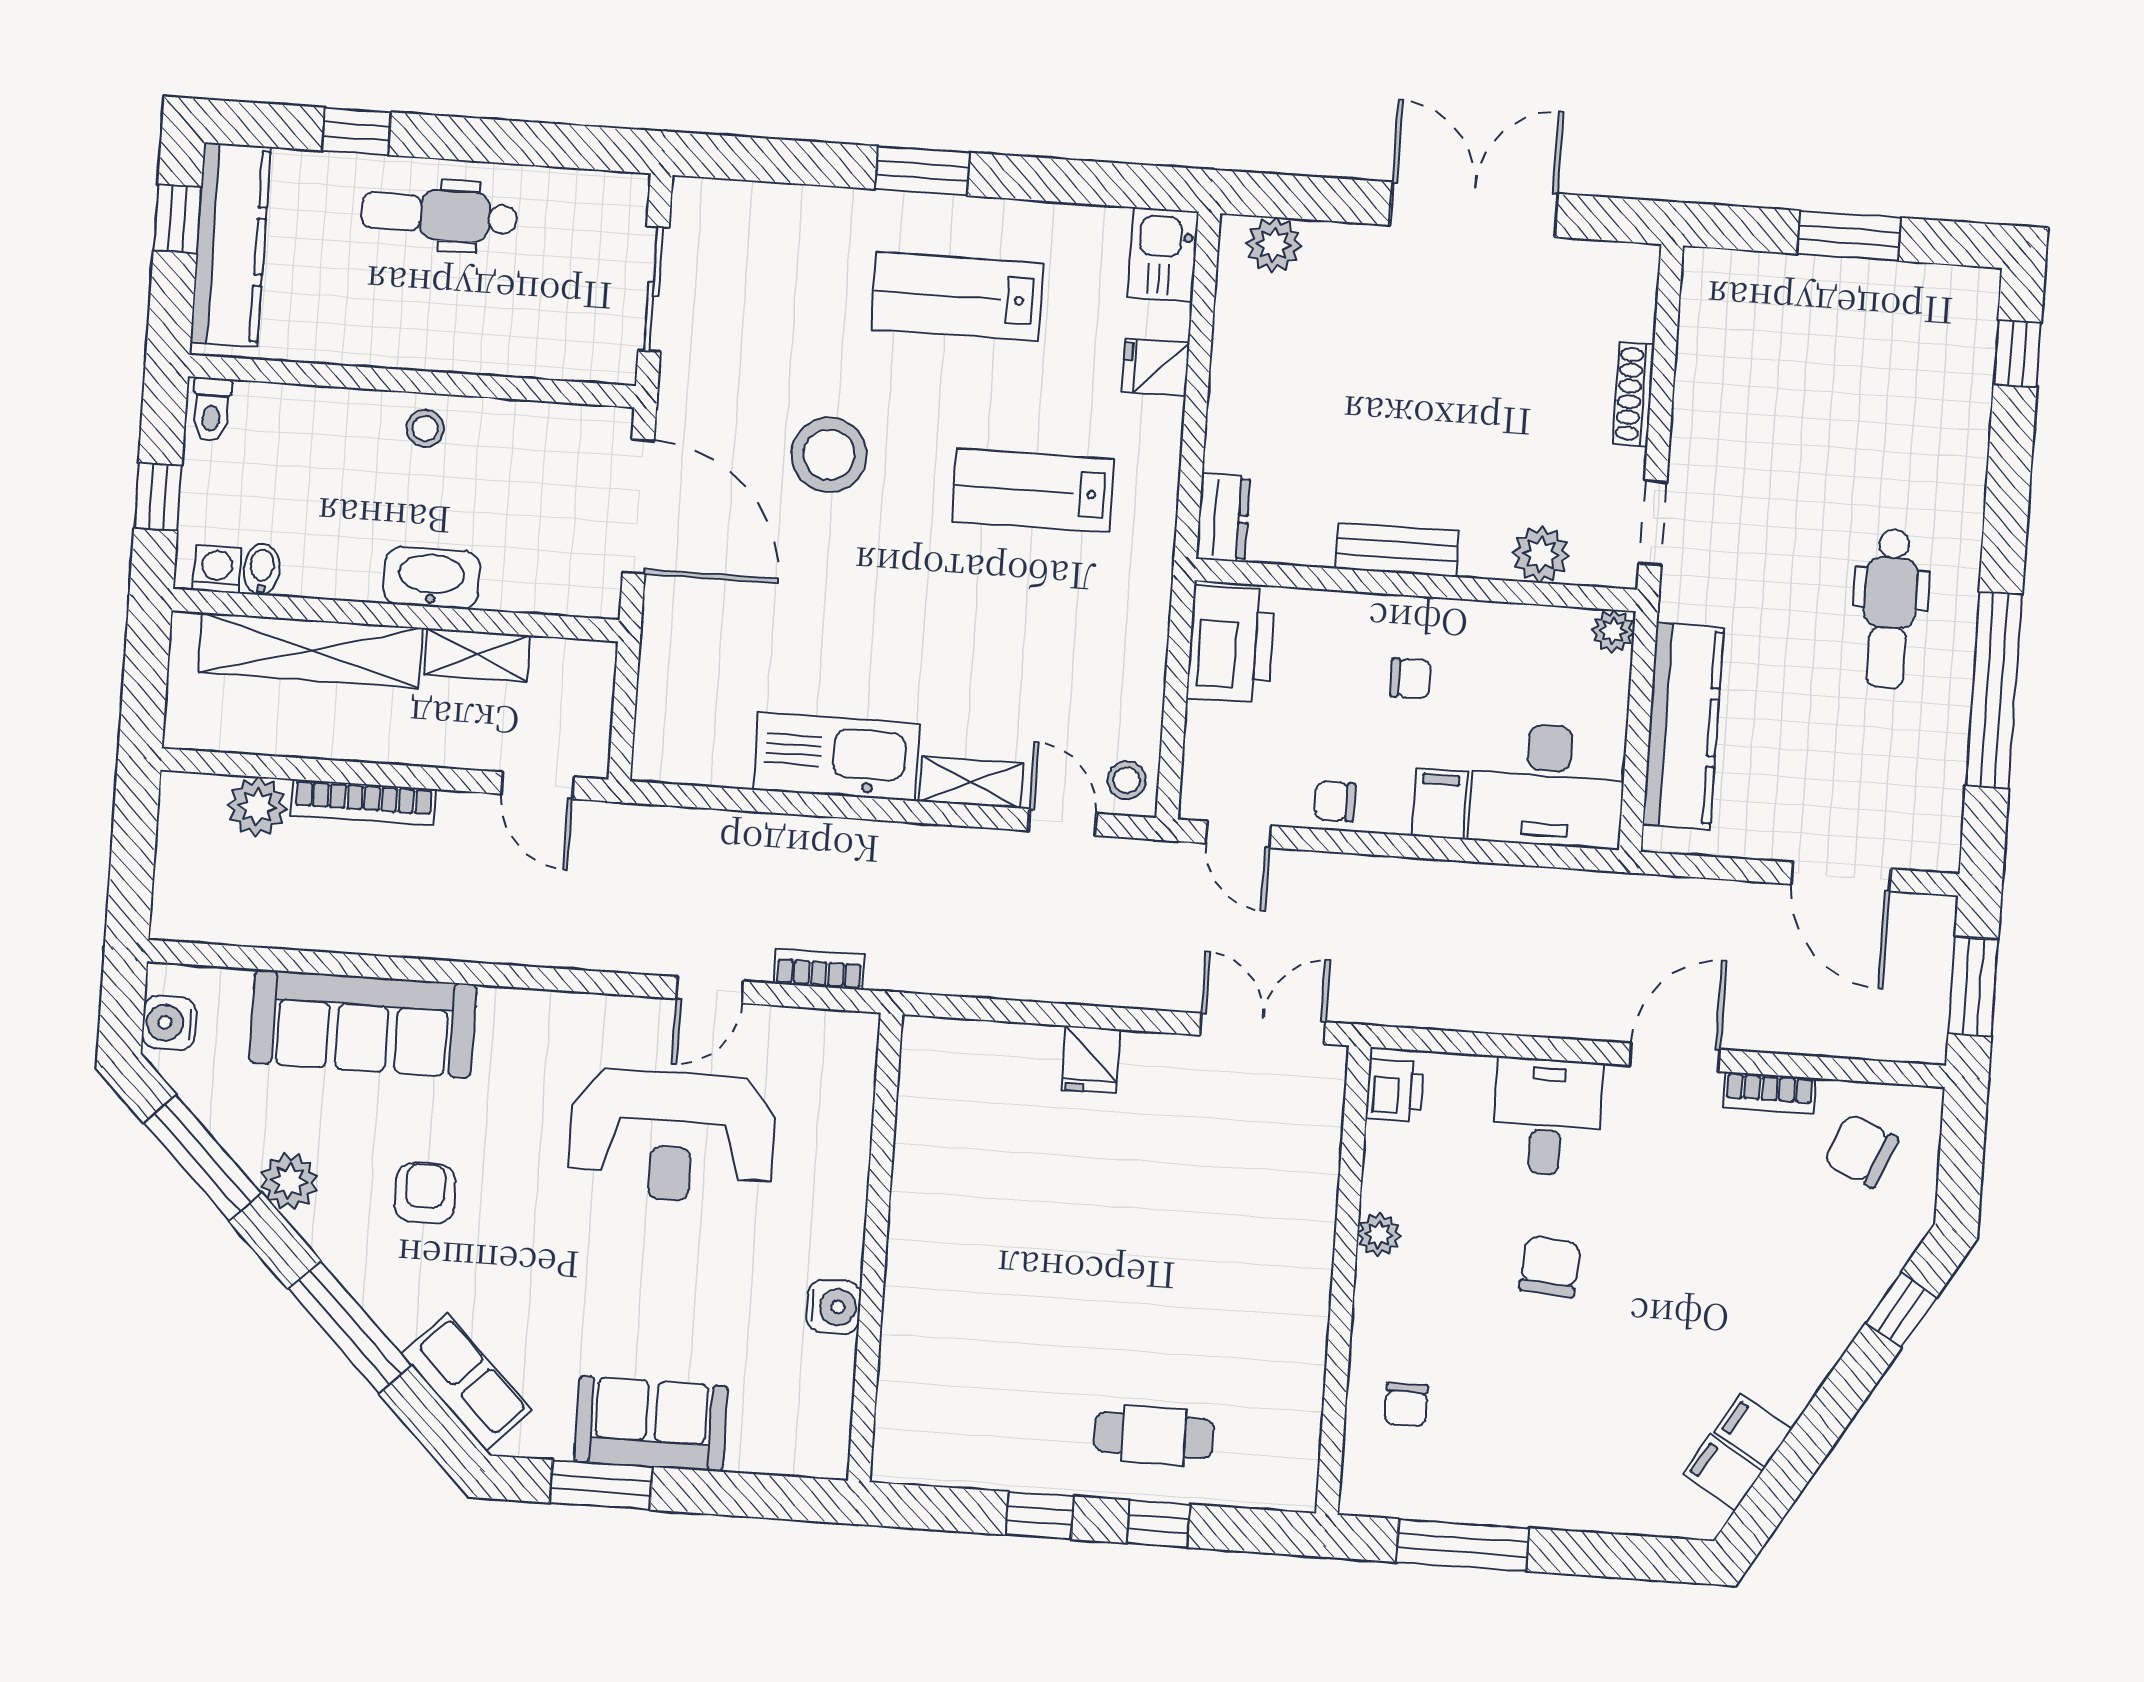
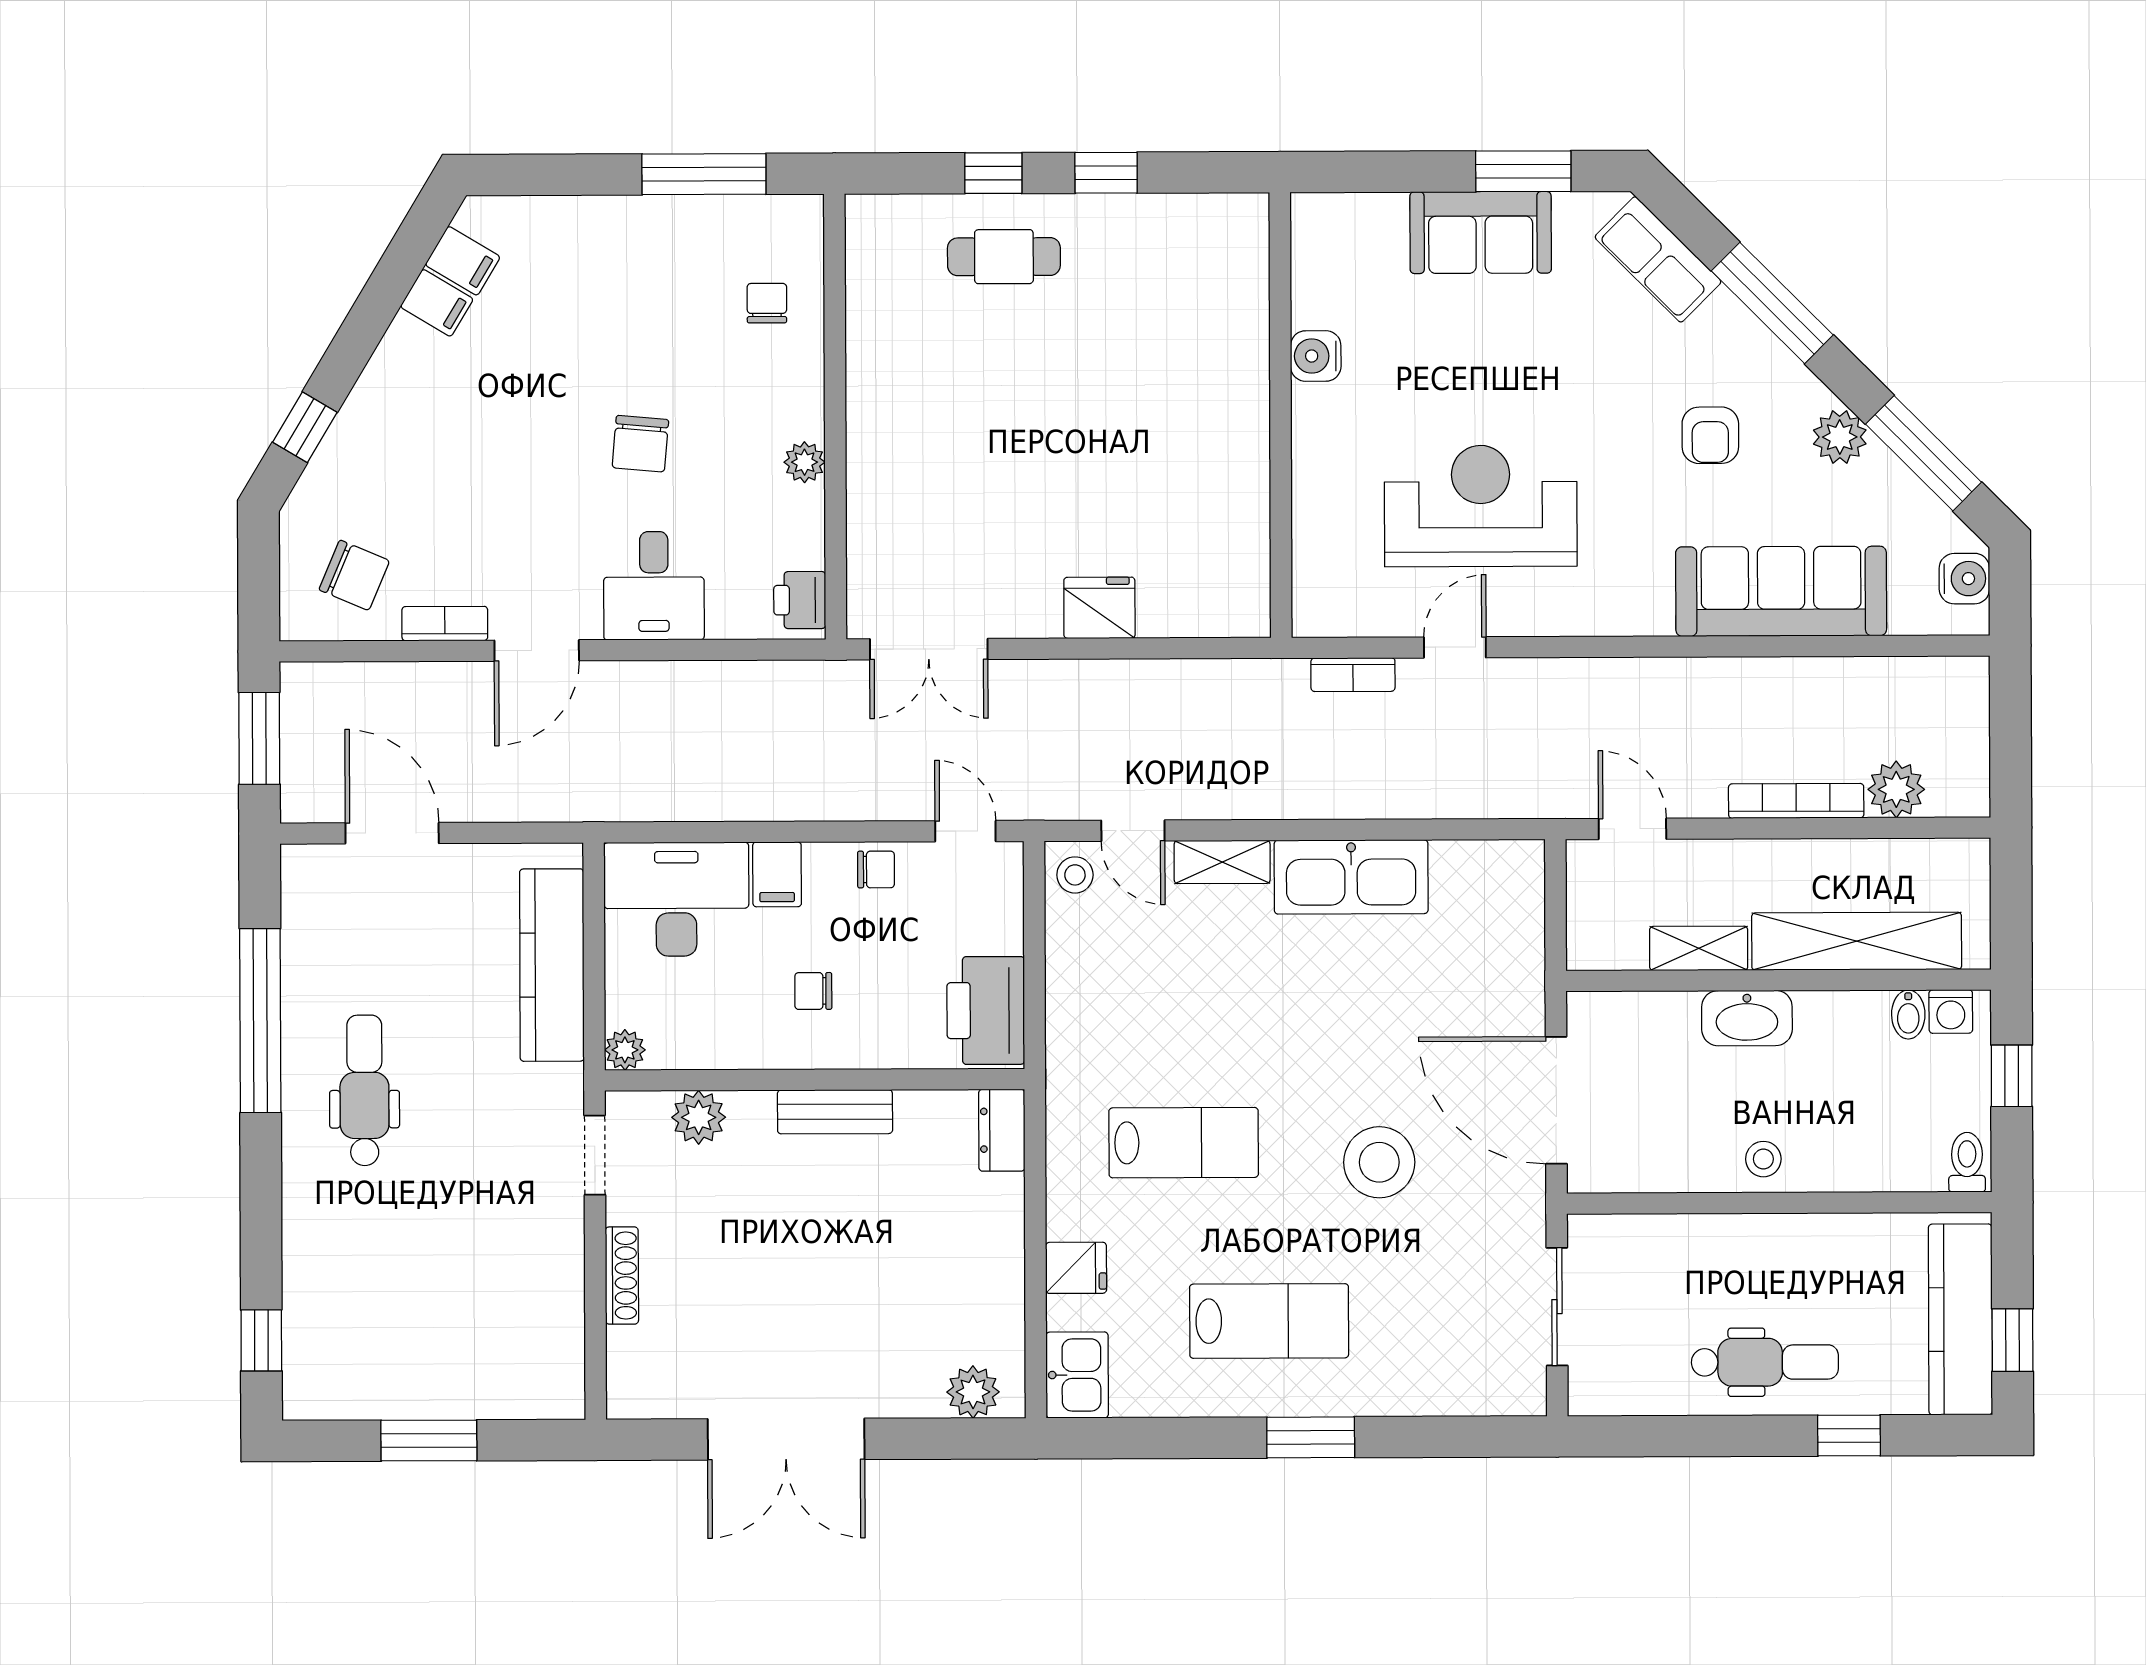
fridge: (1091, 1060) -> (1099, 608), width x1.38

